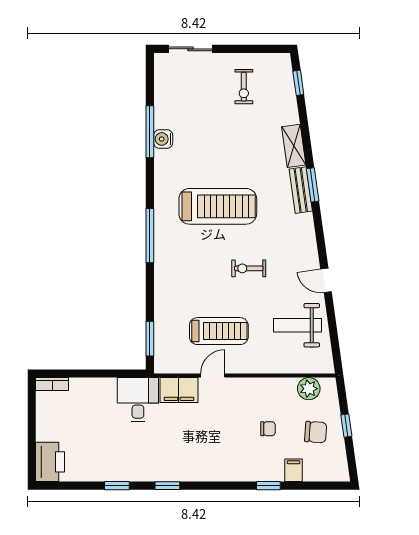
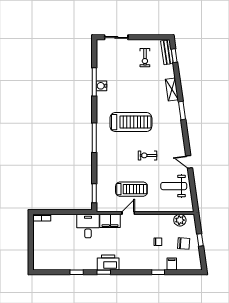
bench: (301, 190) -> (167, 52), moved
printer: (50, 462) -> (108, 263), moved, turned -90

